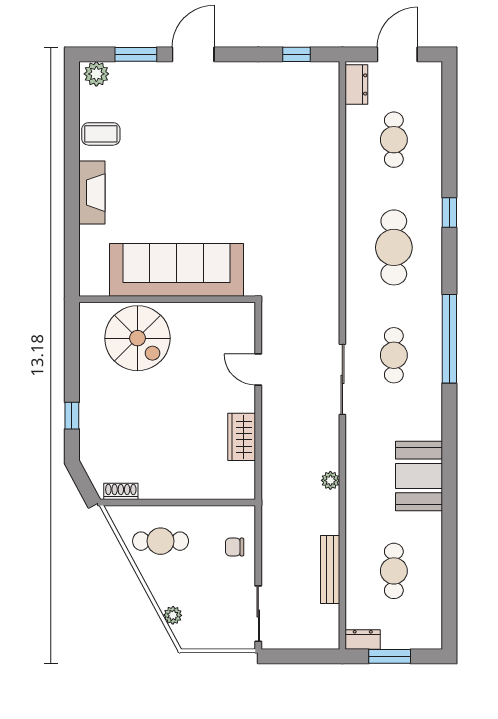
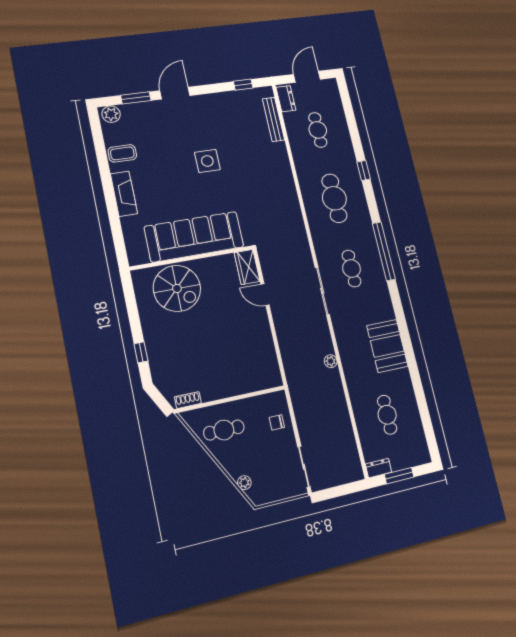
side table: (219, 163) -> (207, 161), added
wardrobe: (242, 437) -> (247, 267), moved
bench: (330, 569) -> (273, 119), moved

